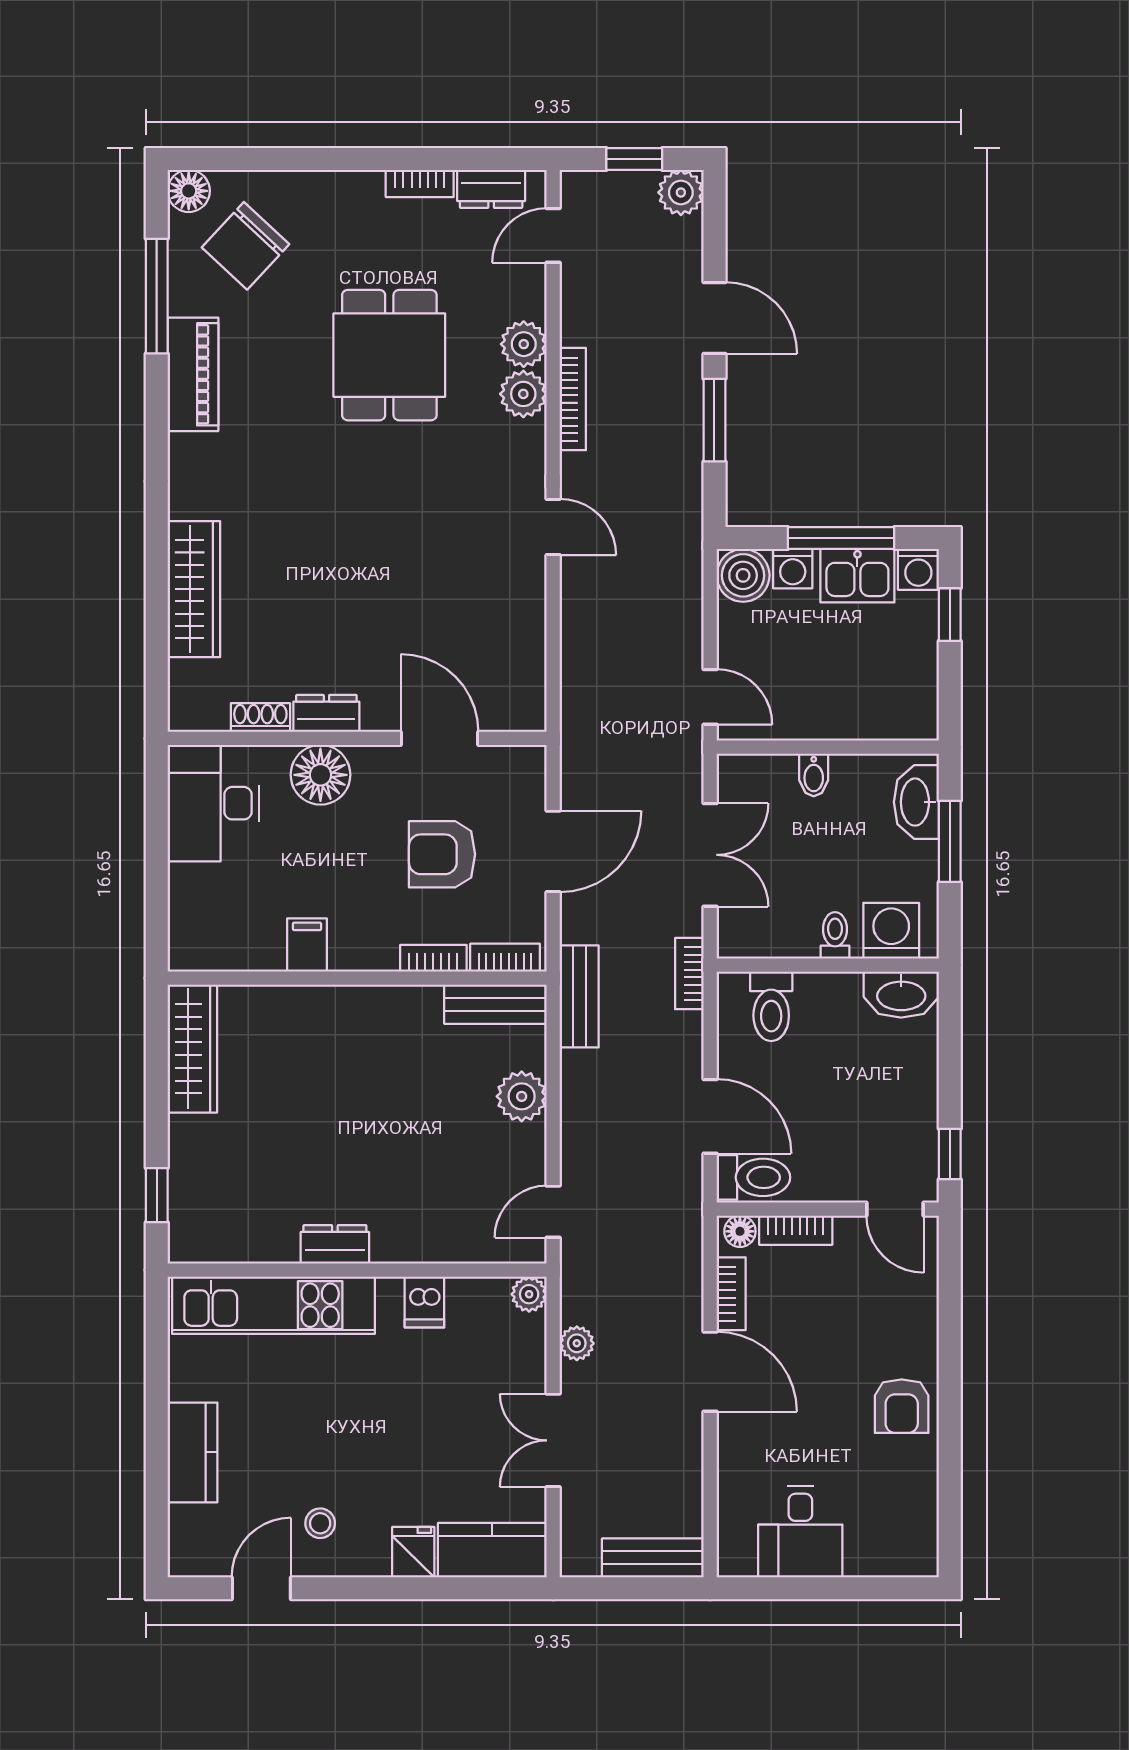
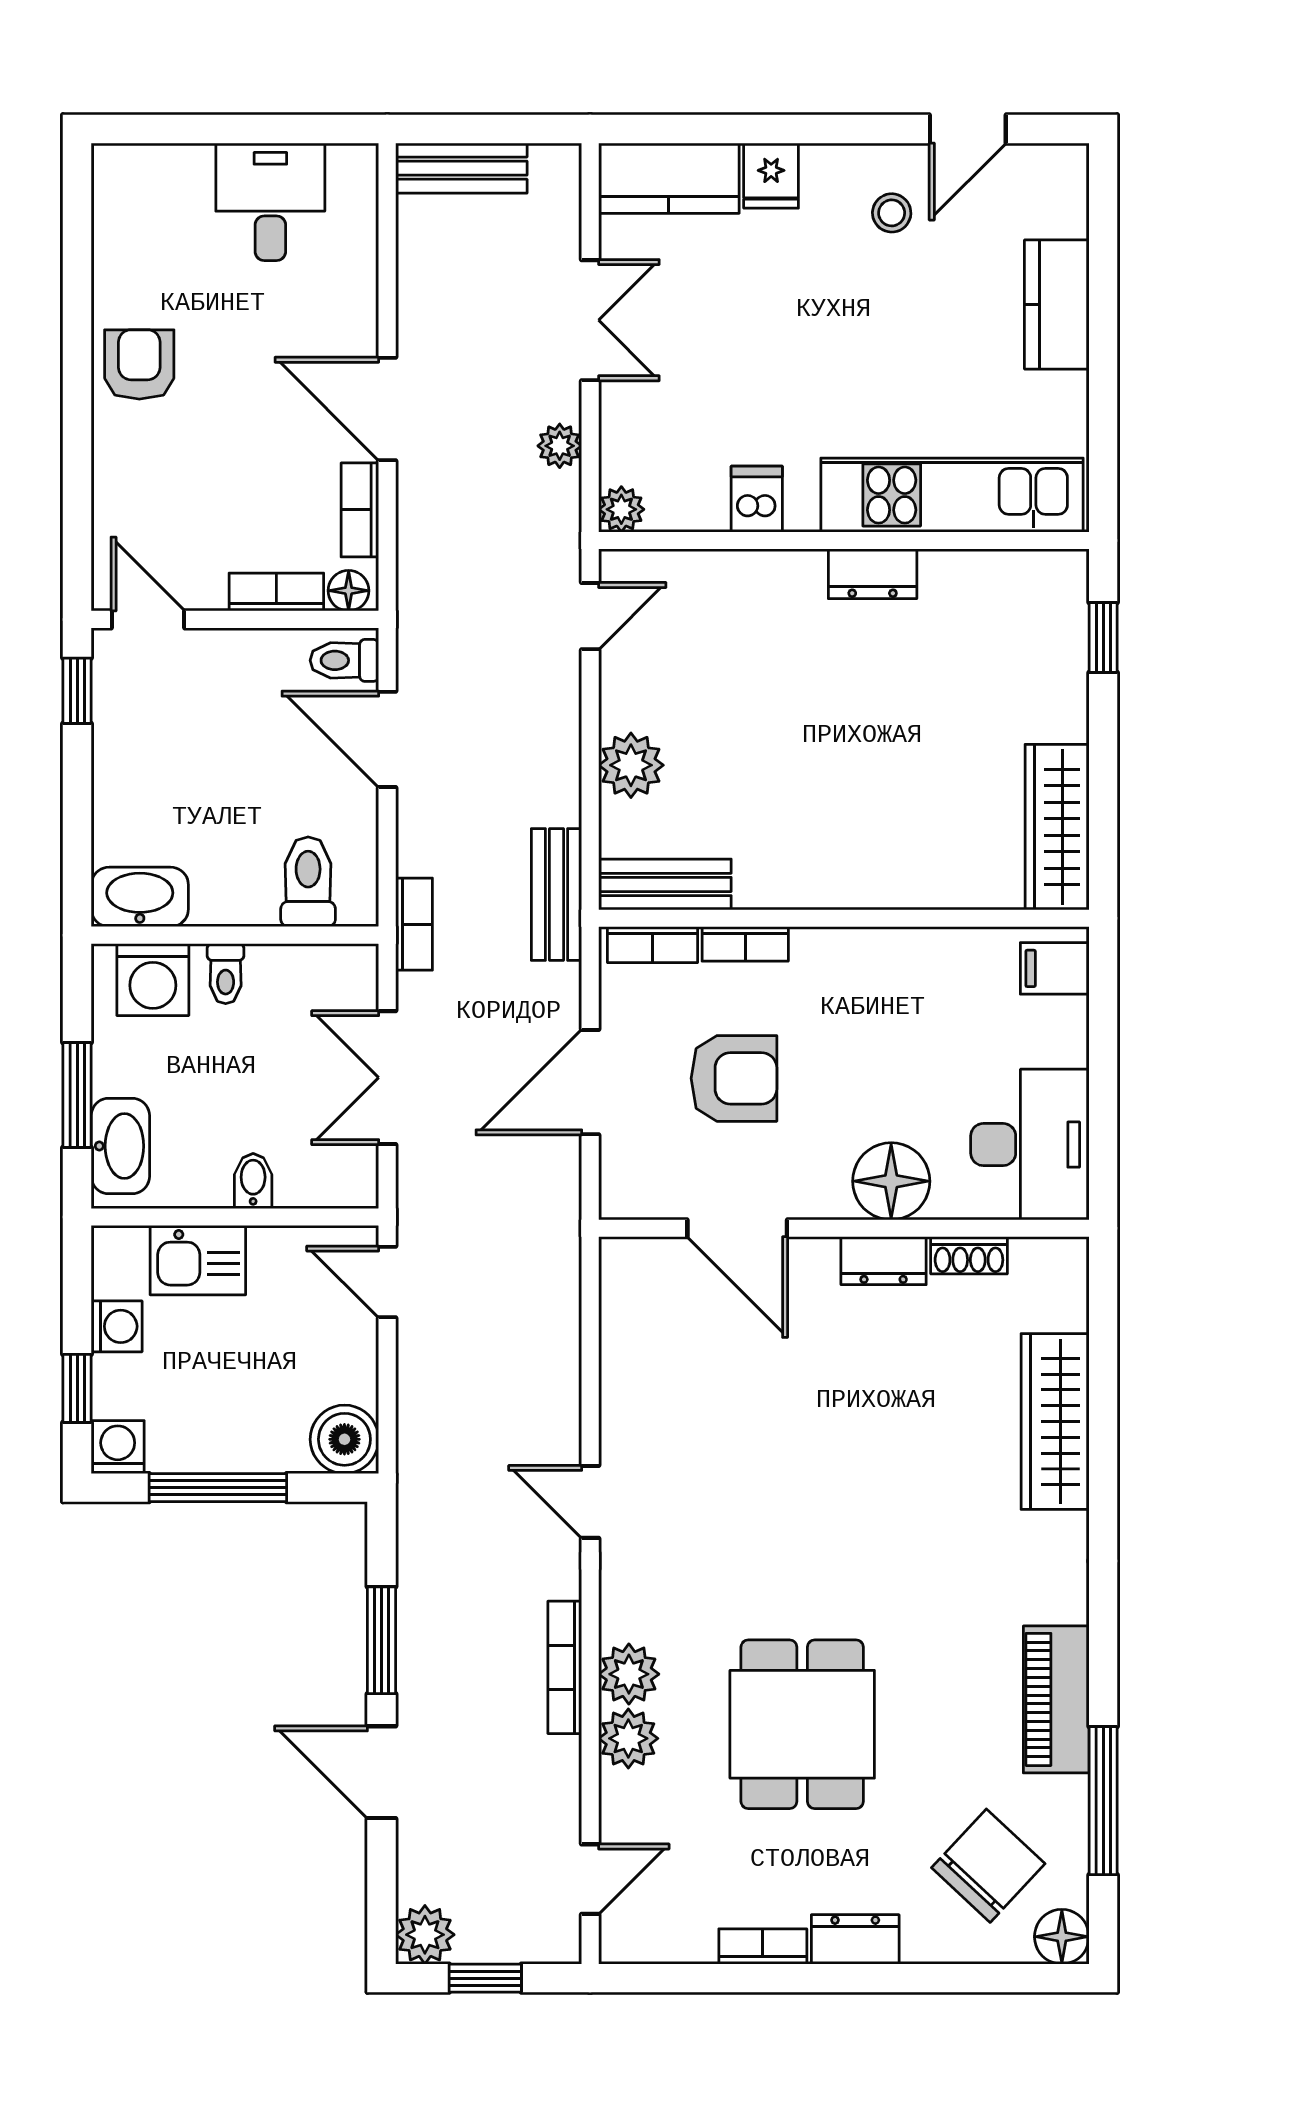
dresser: (491, 189) -> (855, 1939), moved
washing machine: (793, 569) -> (117, 1326), moved, turned 90
kitchen sink: (857, 576) -> (198, 1260), moved, turned 180
filing cabinet: (307, 945) -> (1055, 968), moved, turned 90
toilet: (753, 1177) -> (344, 660), width x0.73, depth x0.72

